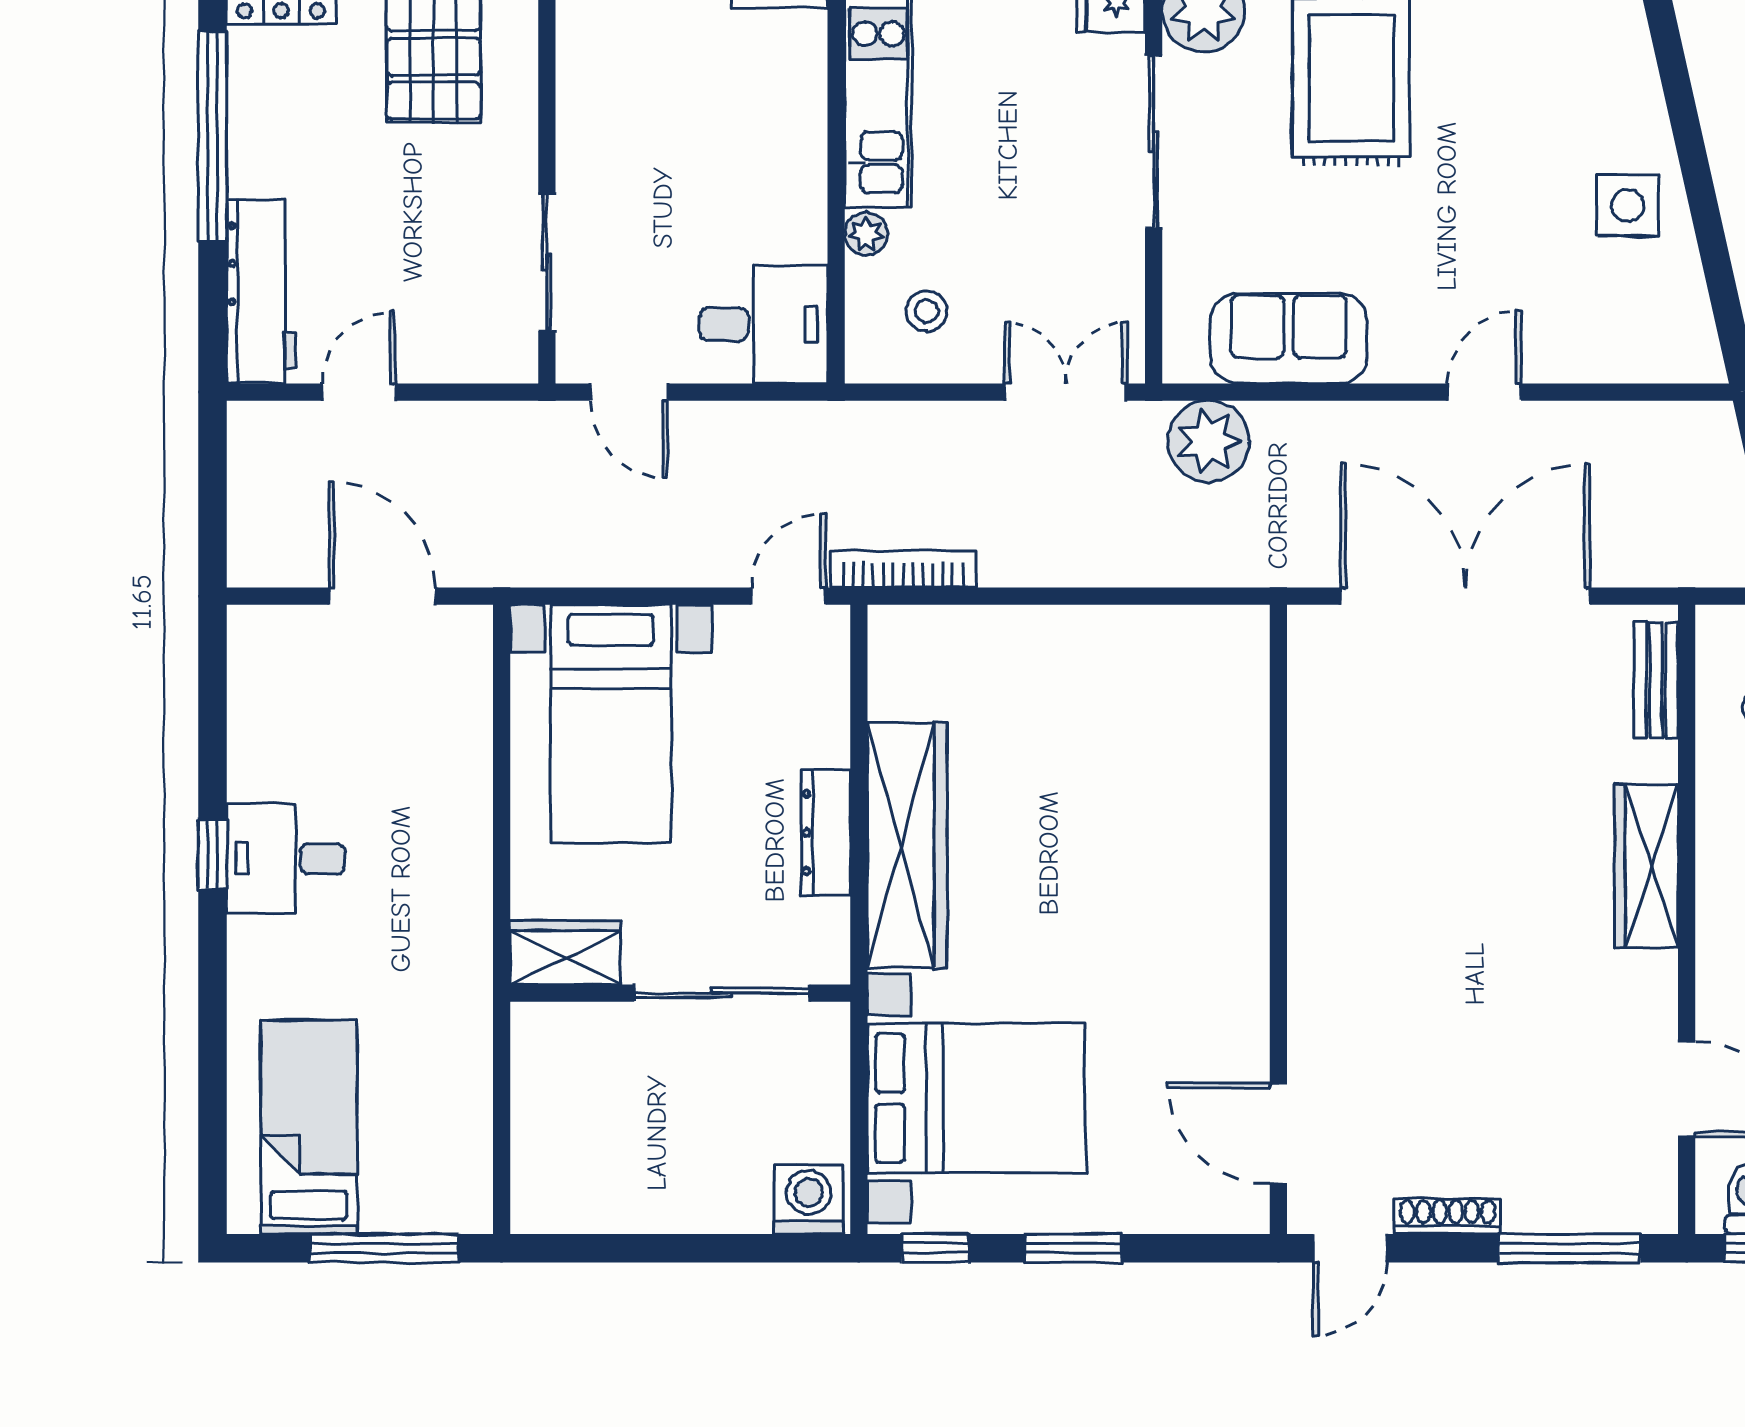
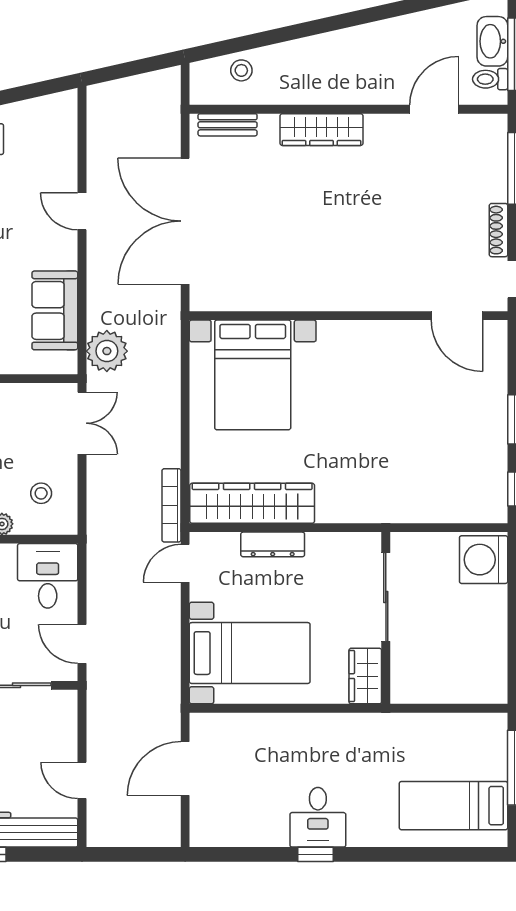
door: (629, 392) -> (82, 644), swing flipped
double door: (1066, 392) -> (82, 423), swing flipped
door: (788, 596) -> (185, 563), hinge flipped
dresser: (826, 833) -> (273, 544), moved
wardrobe: (907, 845) -> (252, 503), moved
bed with nightstands: (976, 1098) -> (253, 375), moved, turned 180
door: (1278, 1134) -> (457, 316), hinge flipped
washing machine: (809, 1199) -> (484, 560), width x1.37, depth x1.37

